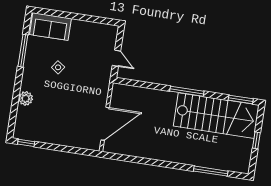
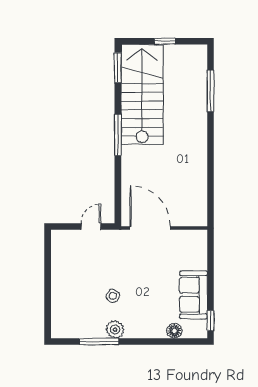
sofa: (50, 27) -> (194, 295), moved, turned 180
plant: (26, 98) -> (115, 329), moved
floor lamp: (22, 112) -> (174, 331), added
door: (105, 124) -> (150, 228), moved

